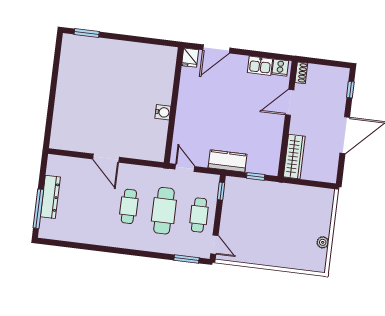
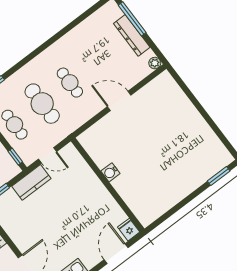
plant: (53, 160) -> (155, 63), added
door: (185, 168) -> (47, 155), moved

